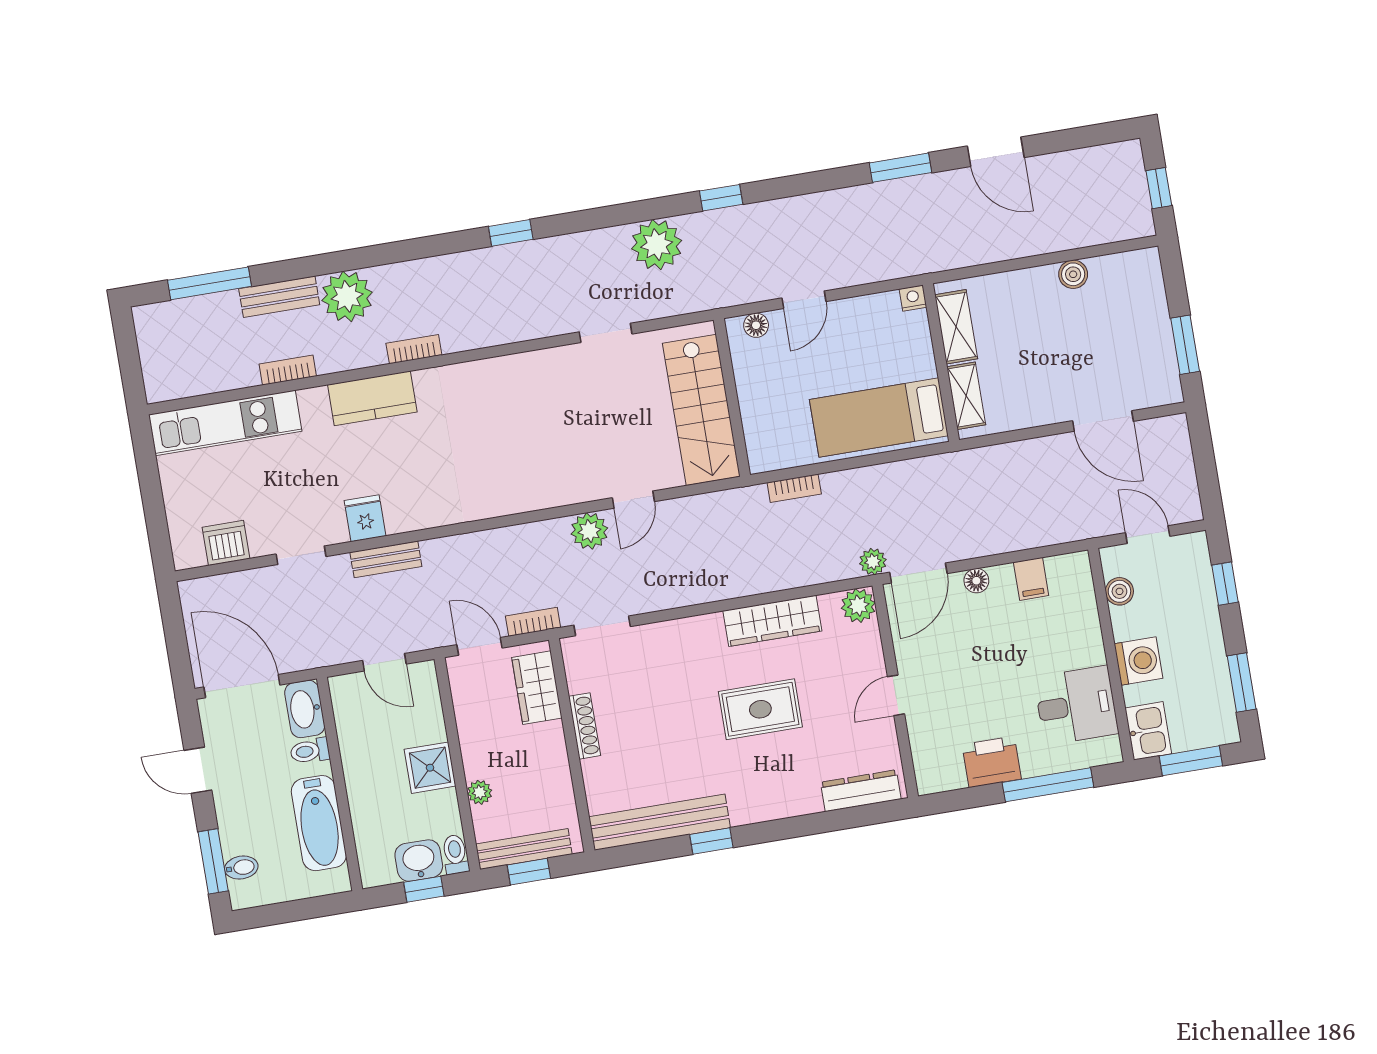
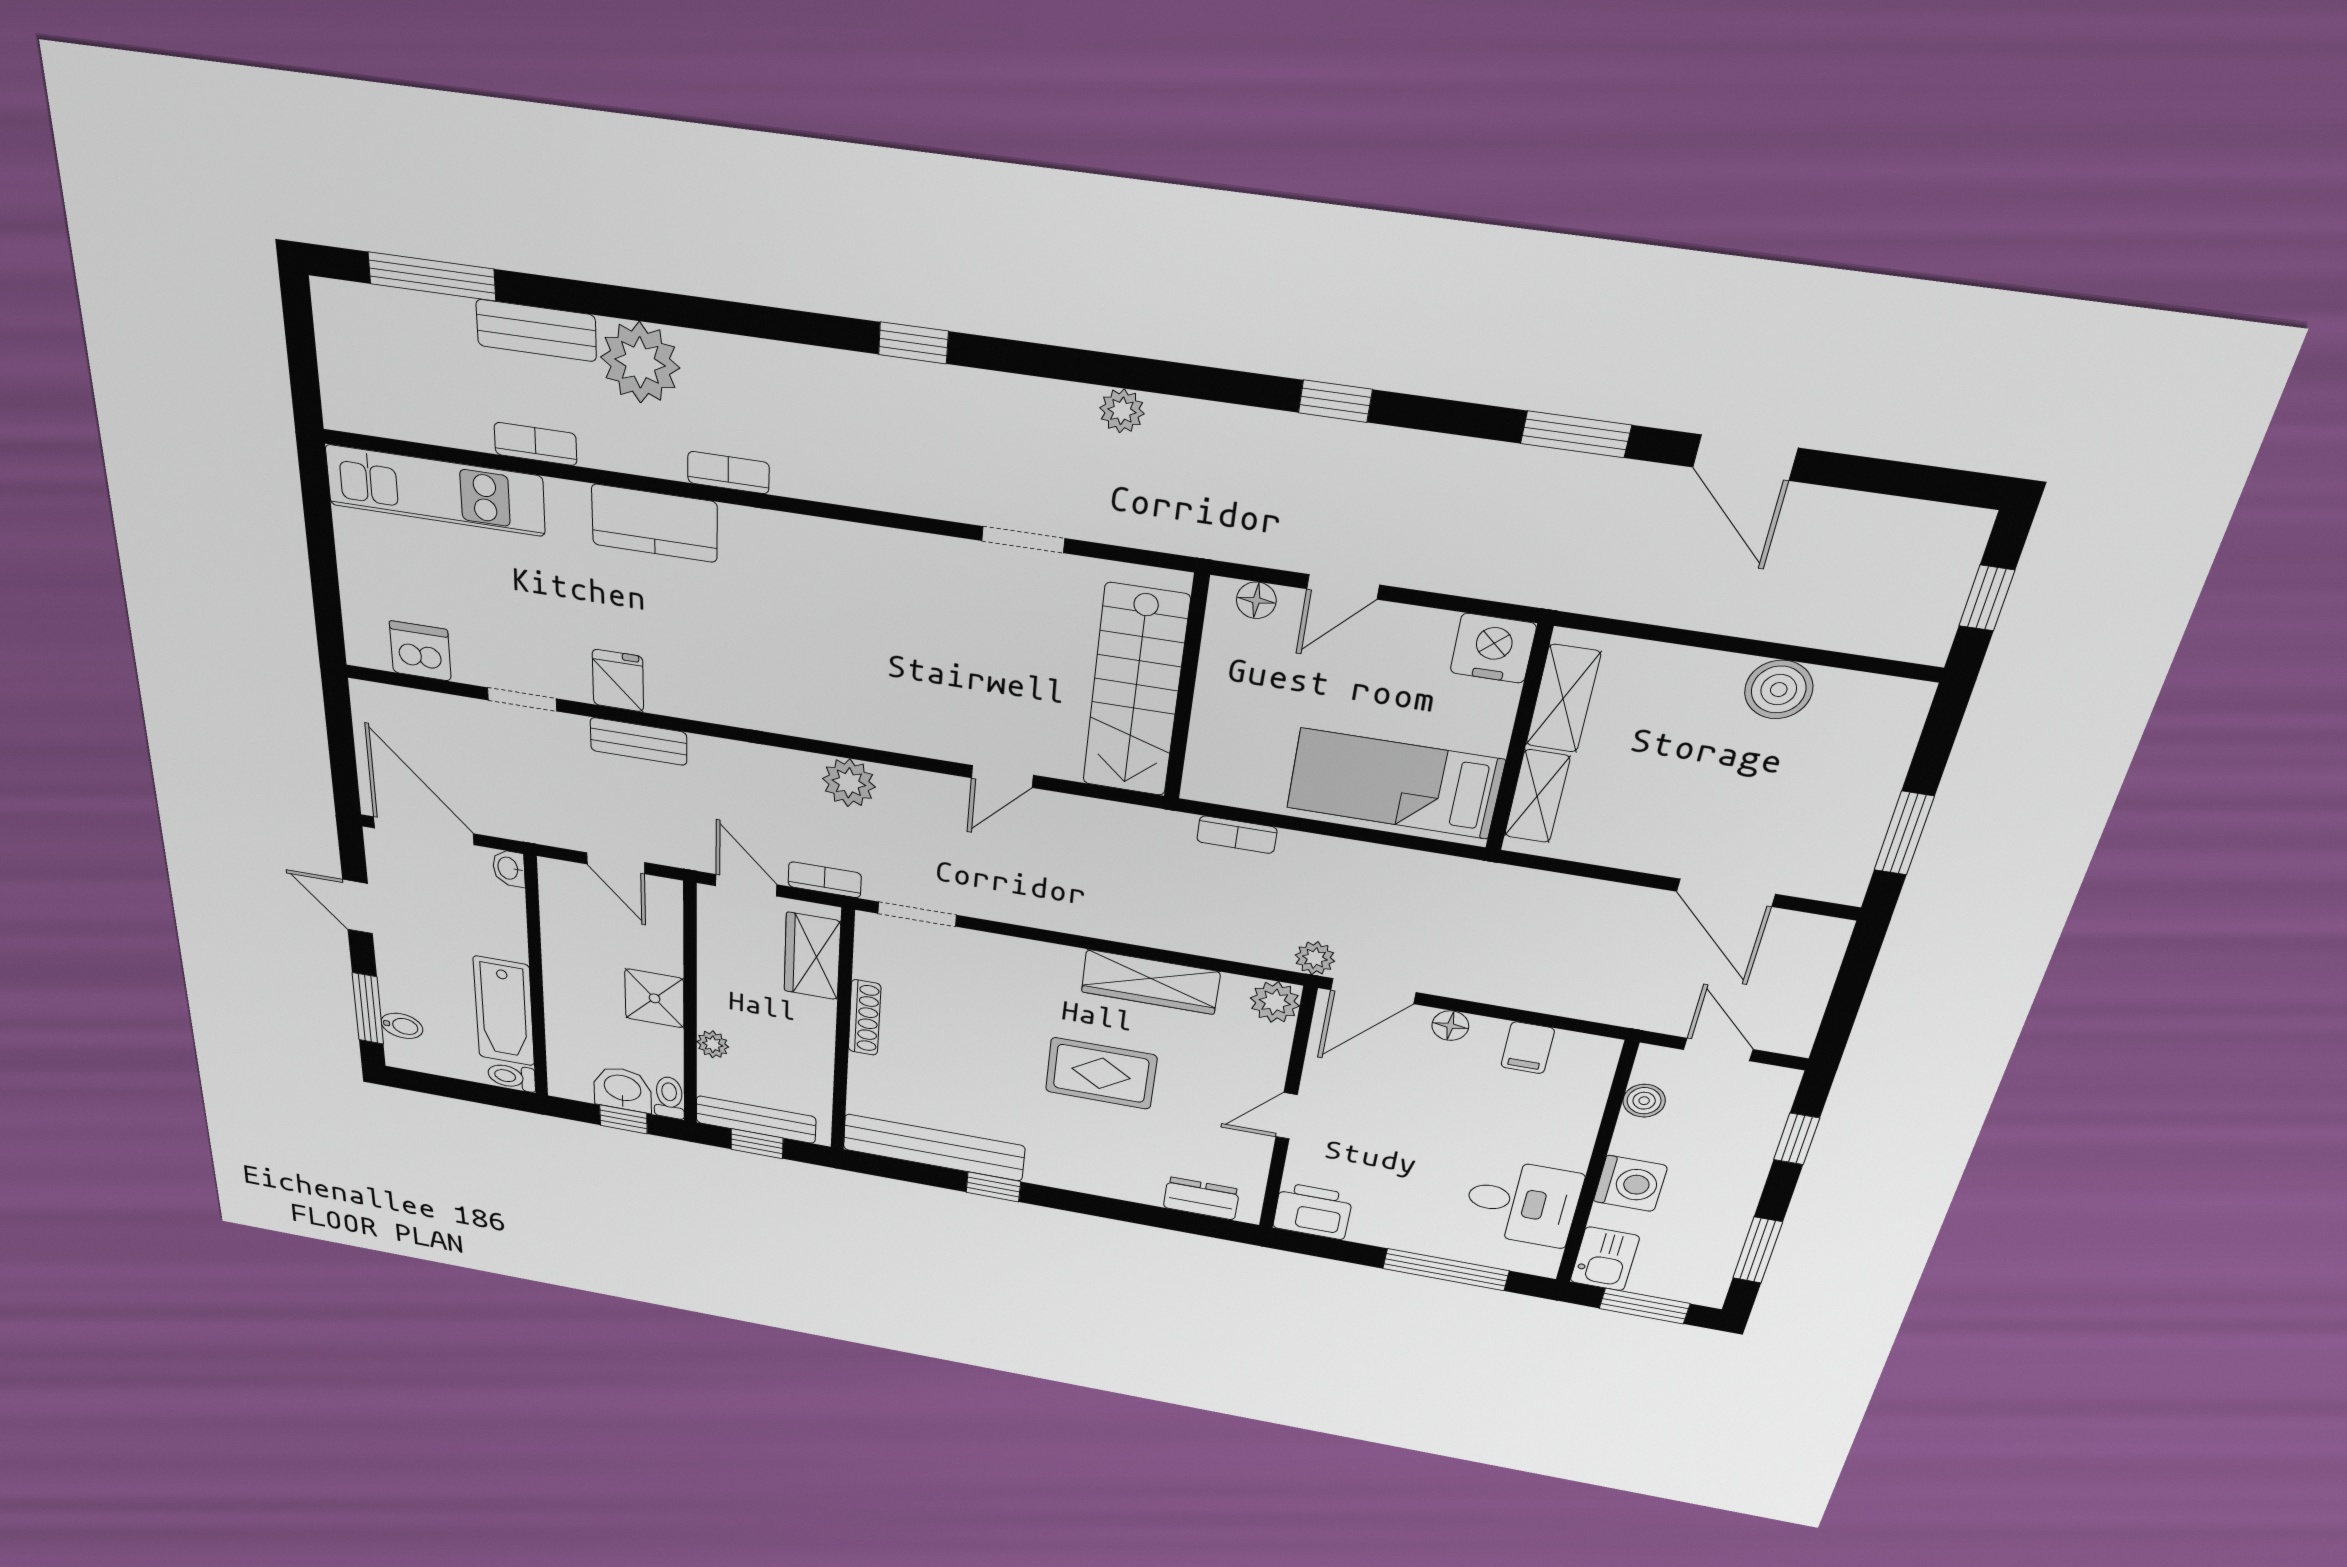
window: (721, 198) -> (1335, 401), moved
plant: (657, 245) -> (1122, 411), width x0.53, depth x0.53
boiler: (1073, 274) -> (1779, 690), width x1.36, depth x1.36
nightstand: (913, 298) -> (1493, 648), width x1.89, depth x1.79
plant: (589, 531) -> (849, 783), moved
washbasin: (305, 709) -> (509, 868), width x0.52, depth x0.69
toilet: (310, 751) -> (512, 1077), moved
printer: (992, 762) -> (1313, 1211), moved
dresser: (861, 791) -> (1201, 1198), width x0.70

